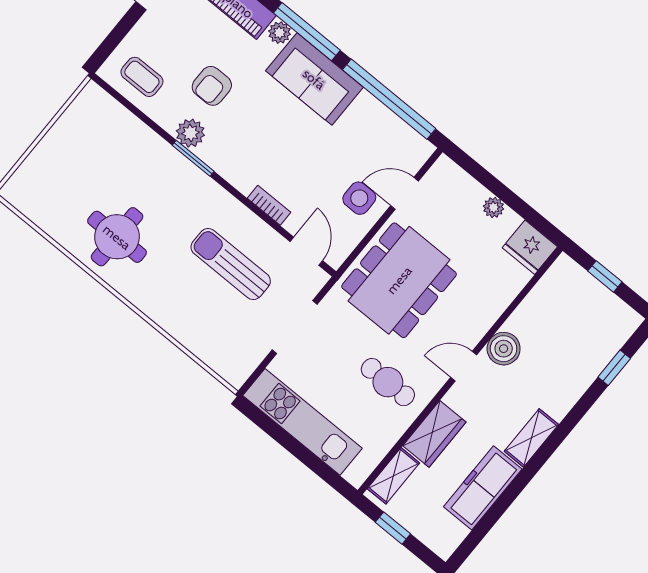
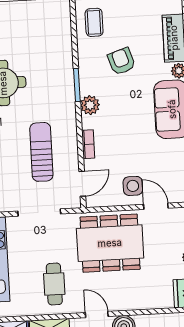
armchair: (212, 86) -> (121, 61), turned 72
plant: (190, 133) -> (90, 105), moved

